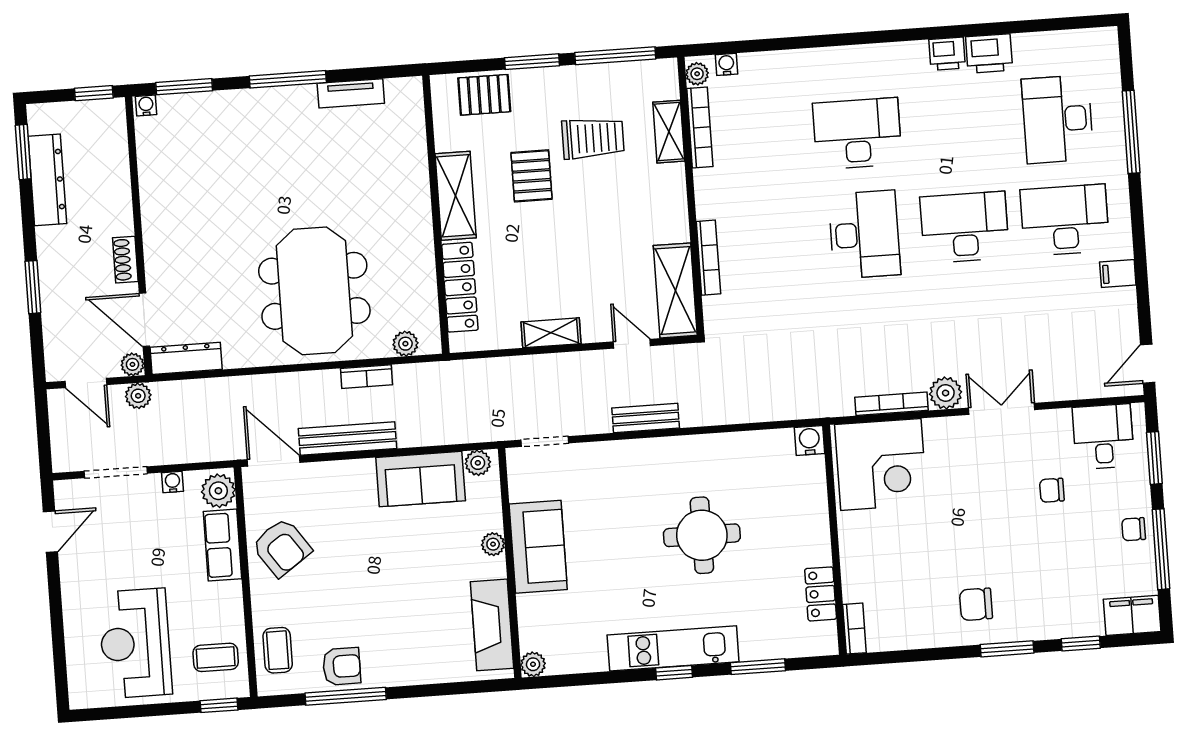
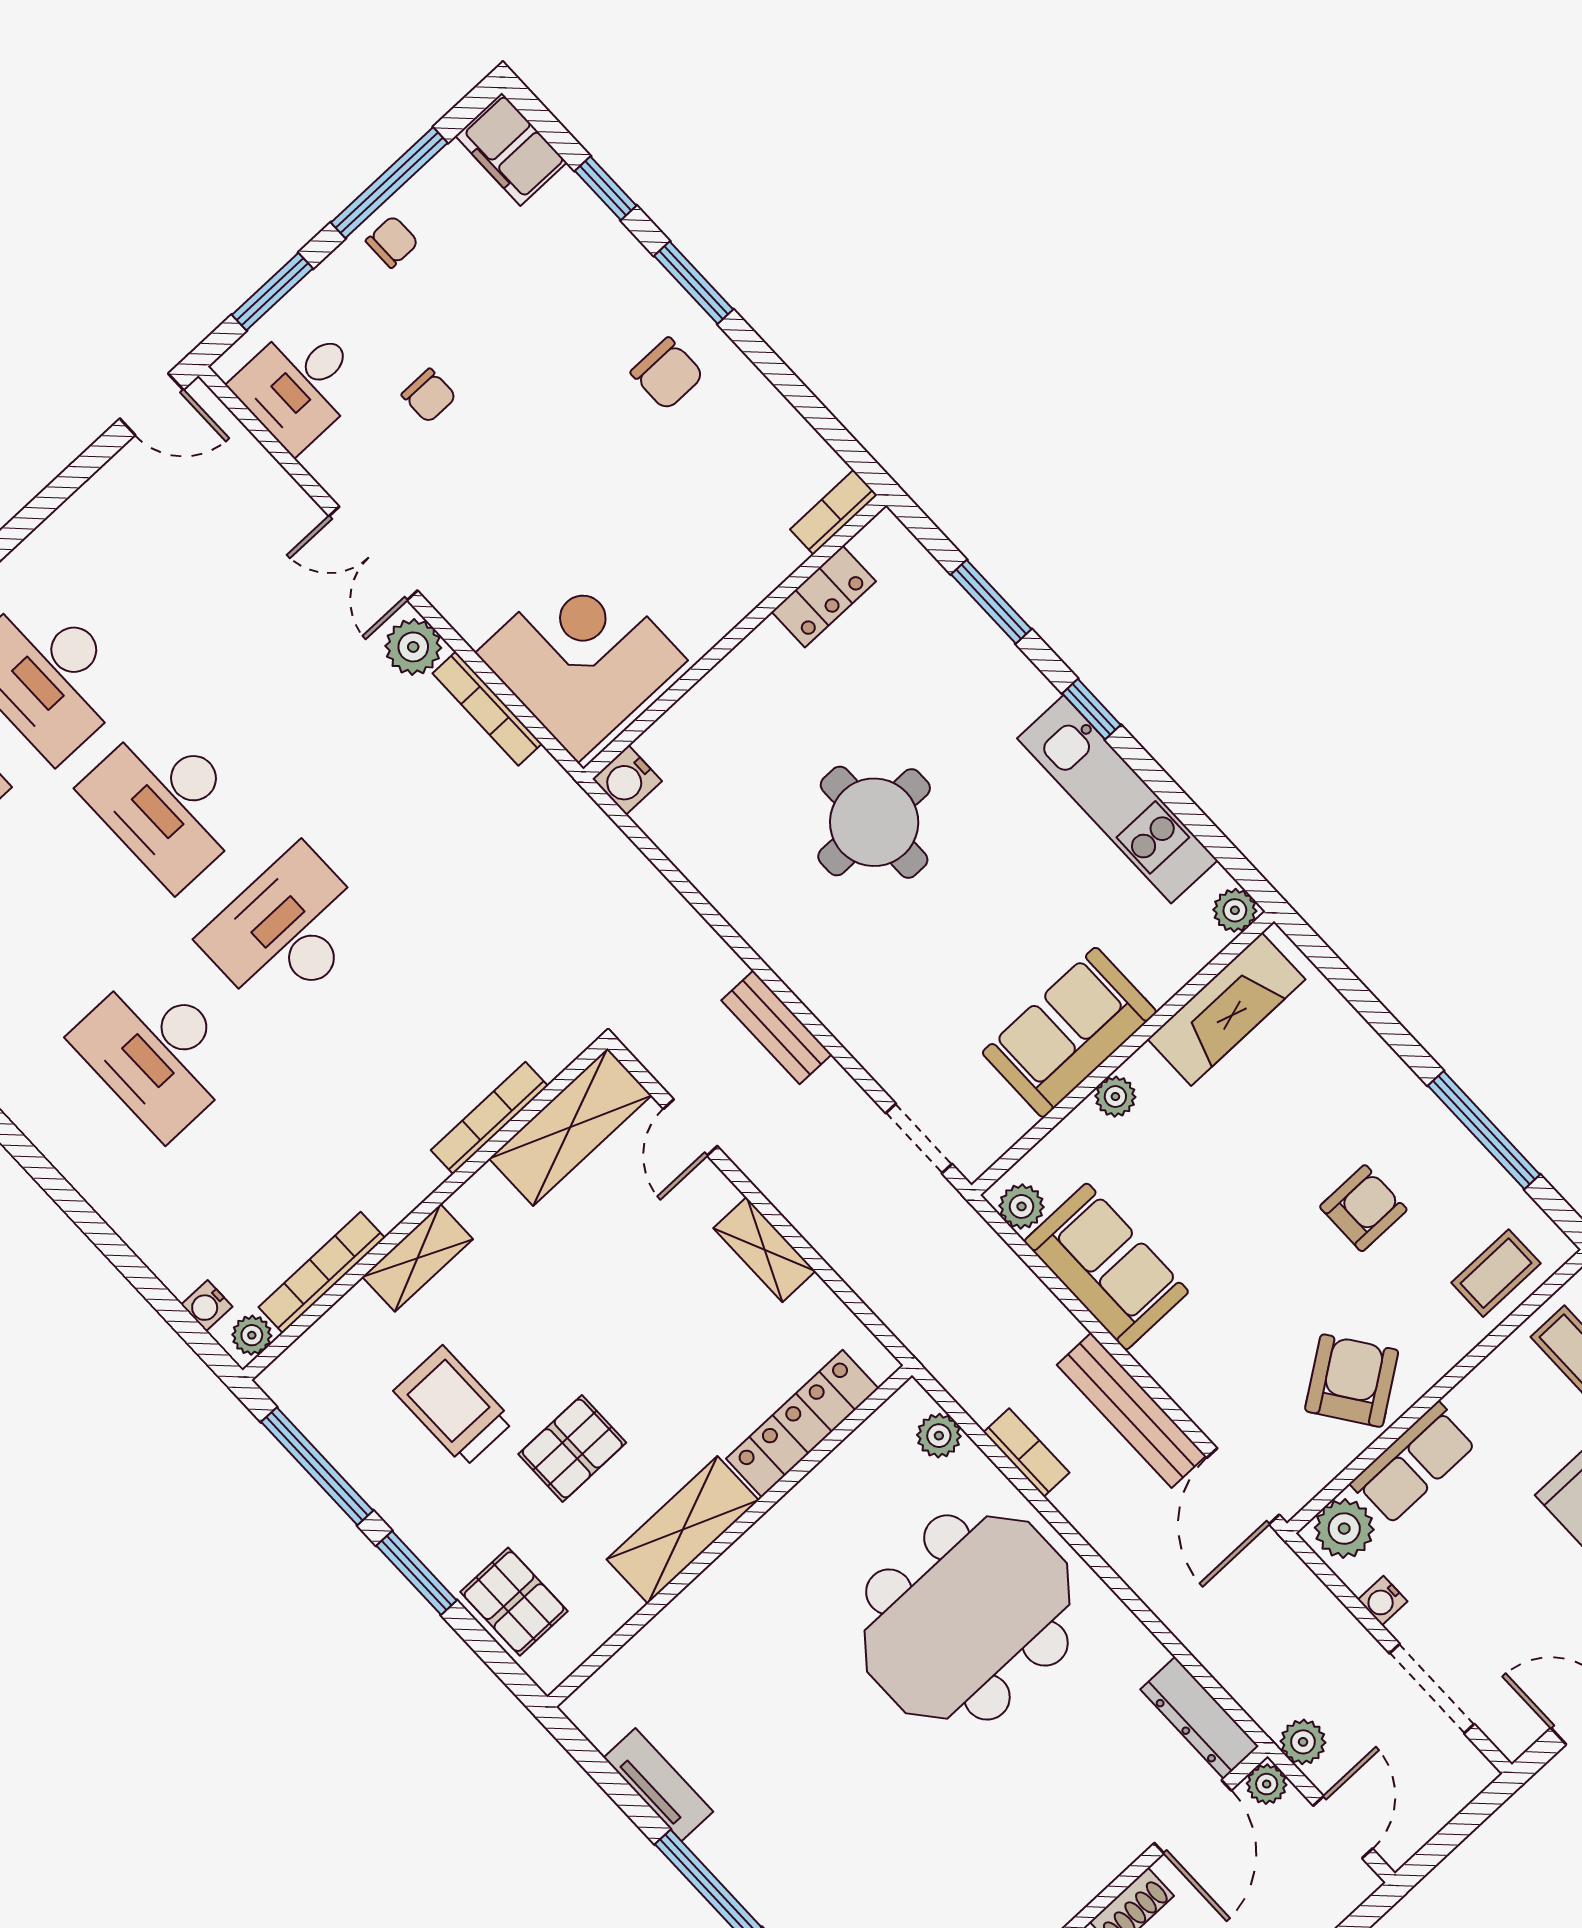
shelving: (669, 132) -> (418, 1258), moved
filing cabinet: (1118, 274) -> (62, 544), removed
chair: (1134, 529) -> (392, 242), turned -90
kitchen unit: (673, 648) -> (1117, 799), moved
armchair: (342, 666) -> (1363, 1208), moved, turned 90

